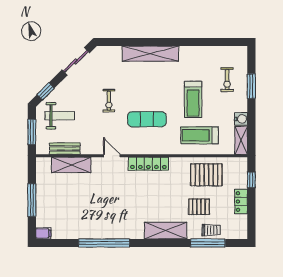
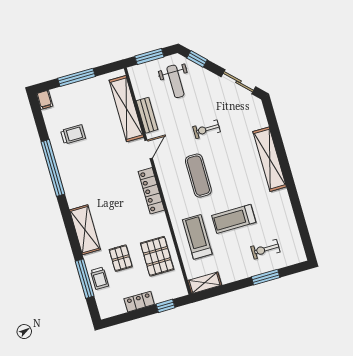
water cooler: (241, 119) -> (228, 276), removed
bench: (65, 149) -> (147, 115), moved
shelving: (71, 165) -> (126, 109), width x1.47
trolley: (80, 217) -> (73, 134), added

